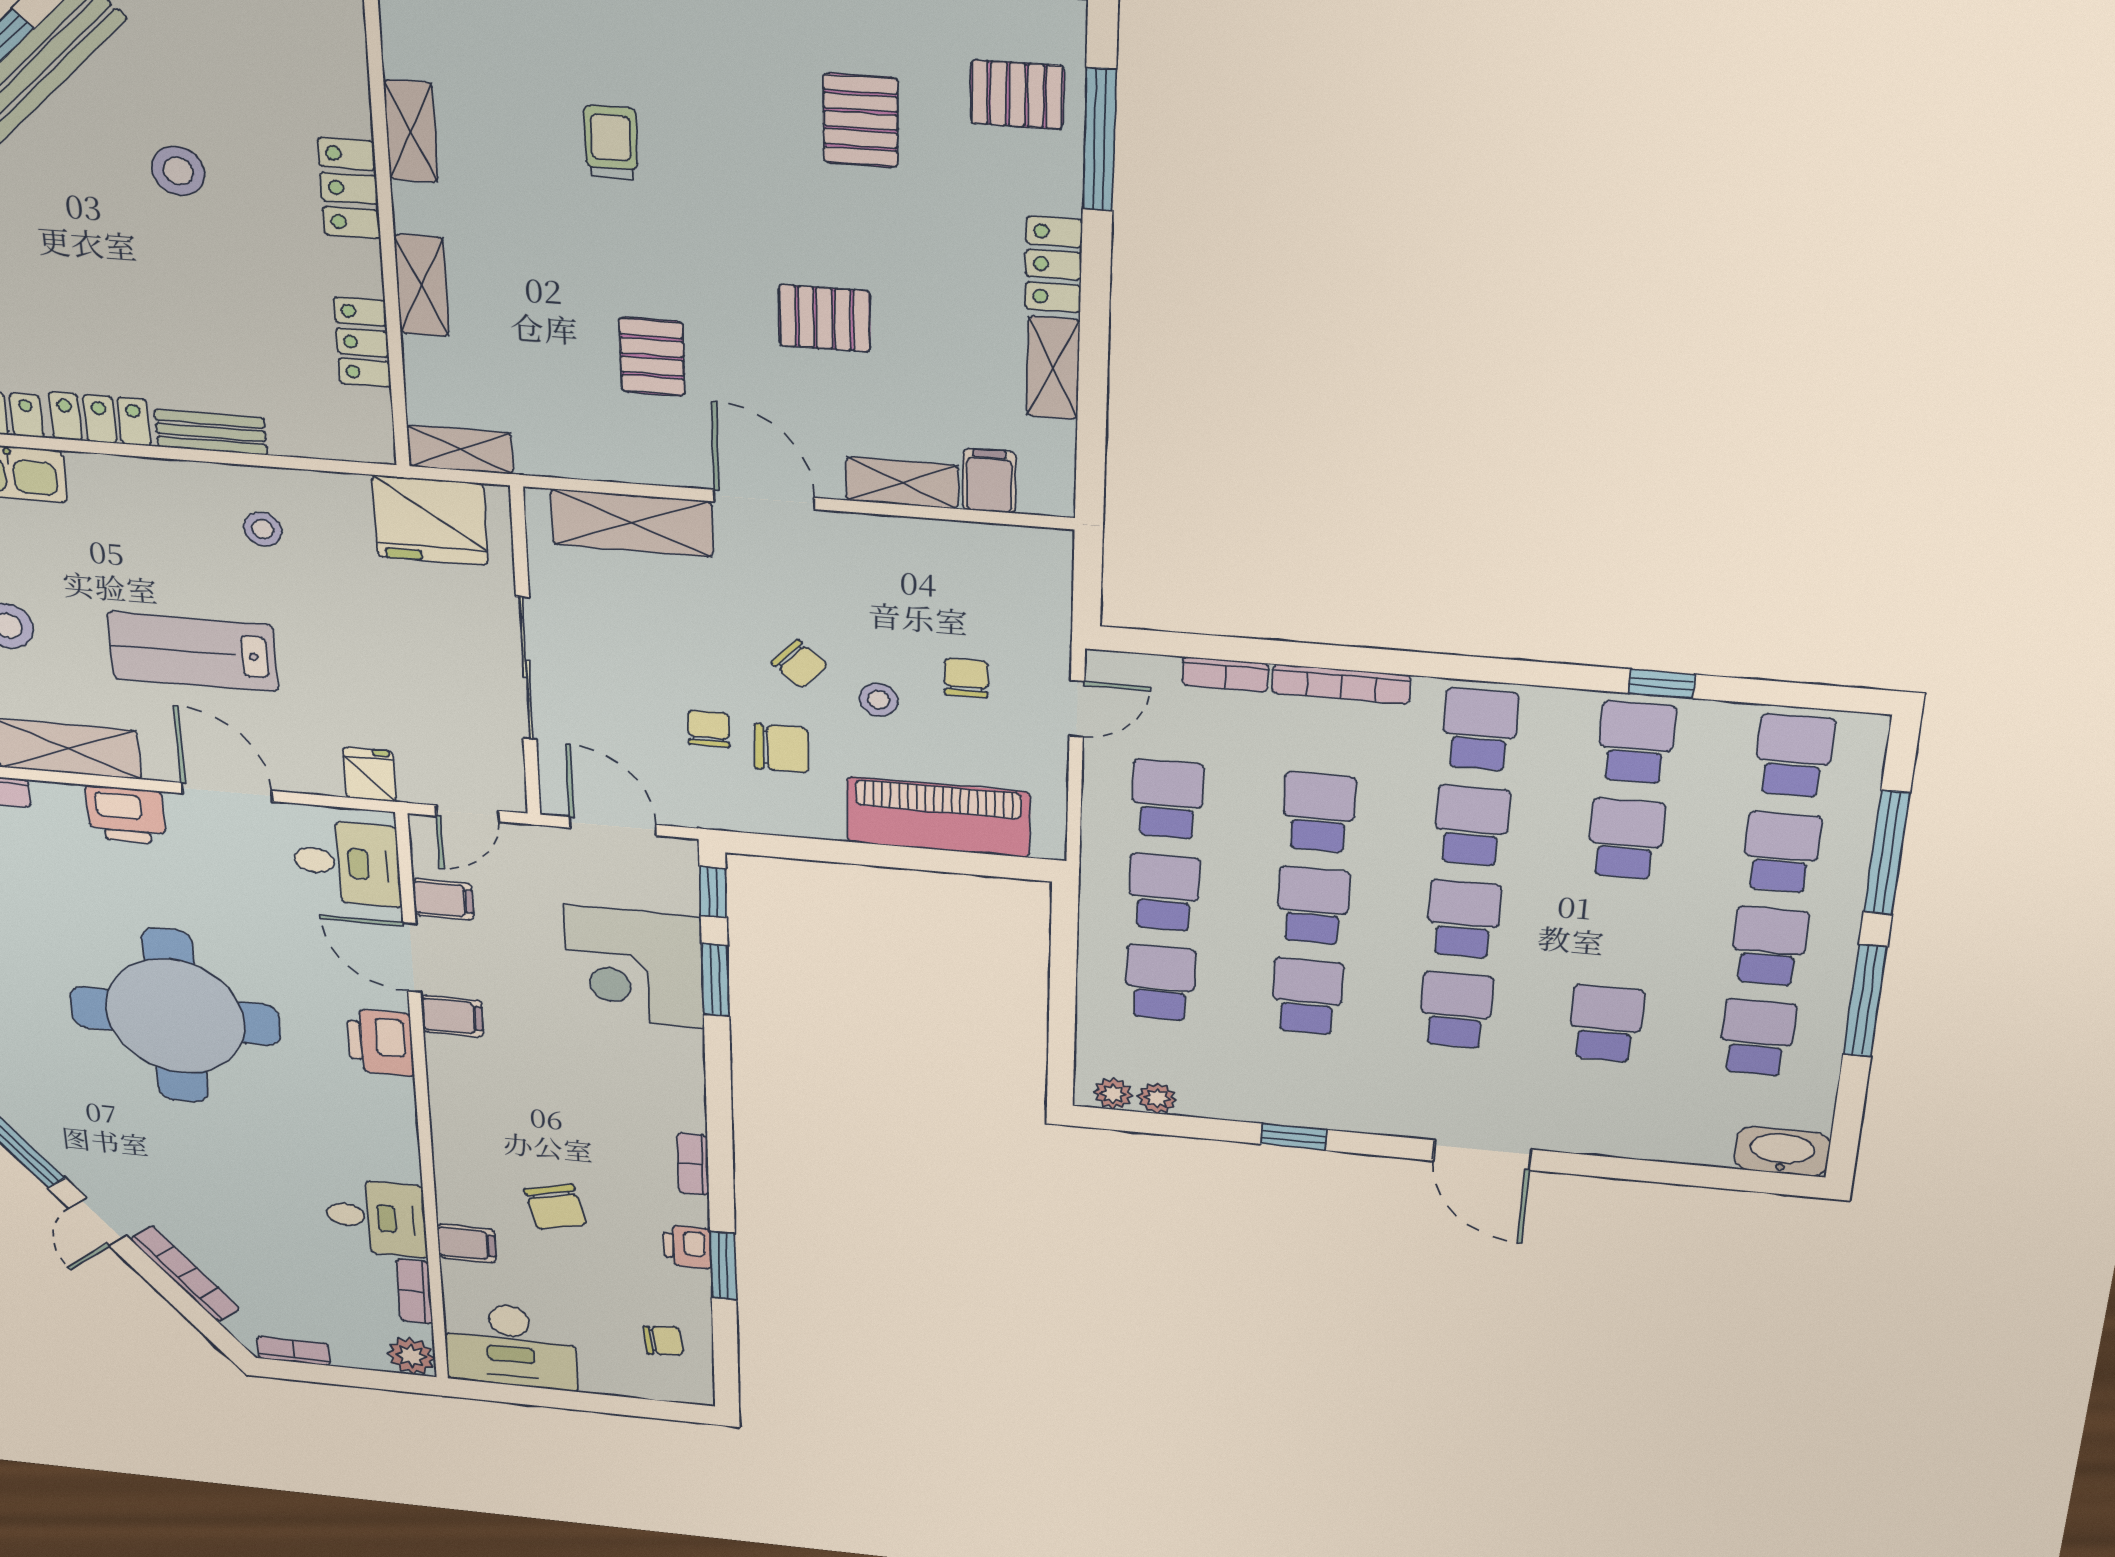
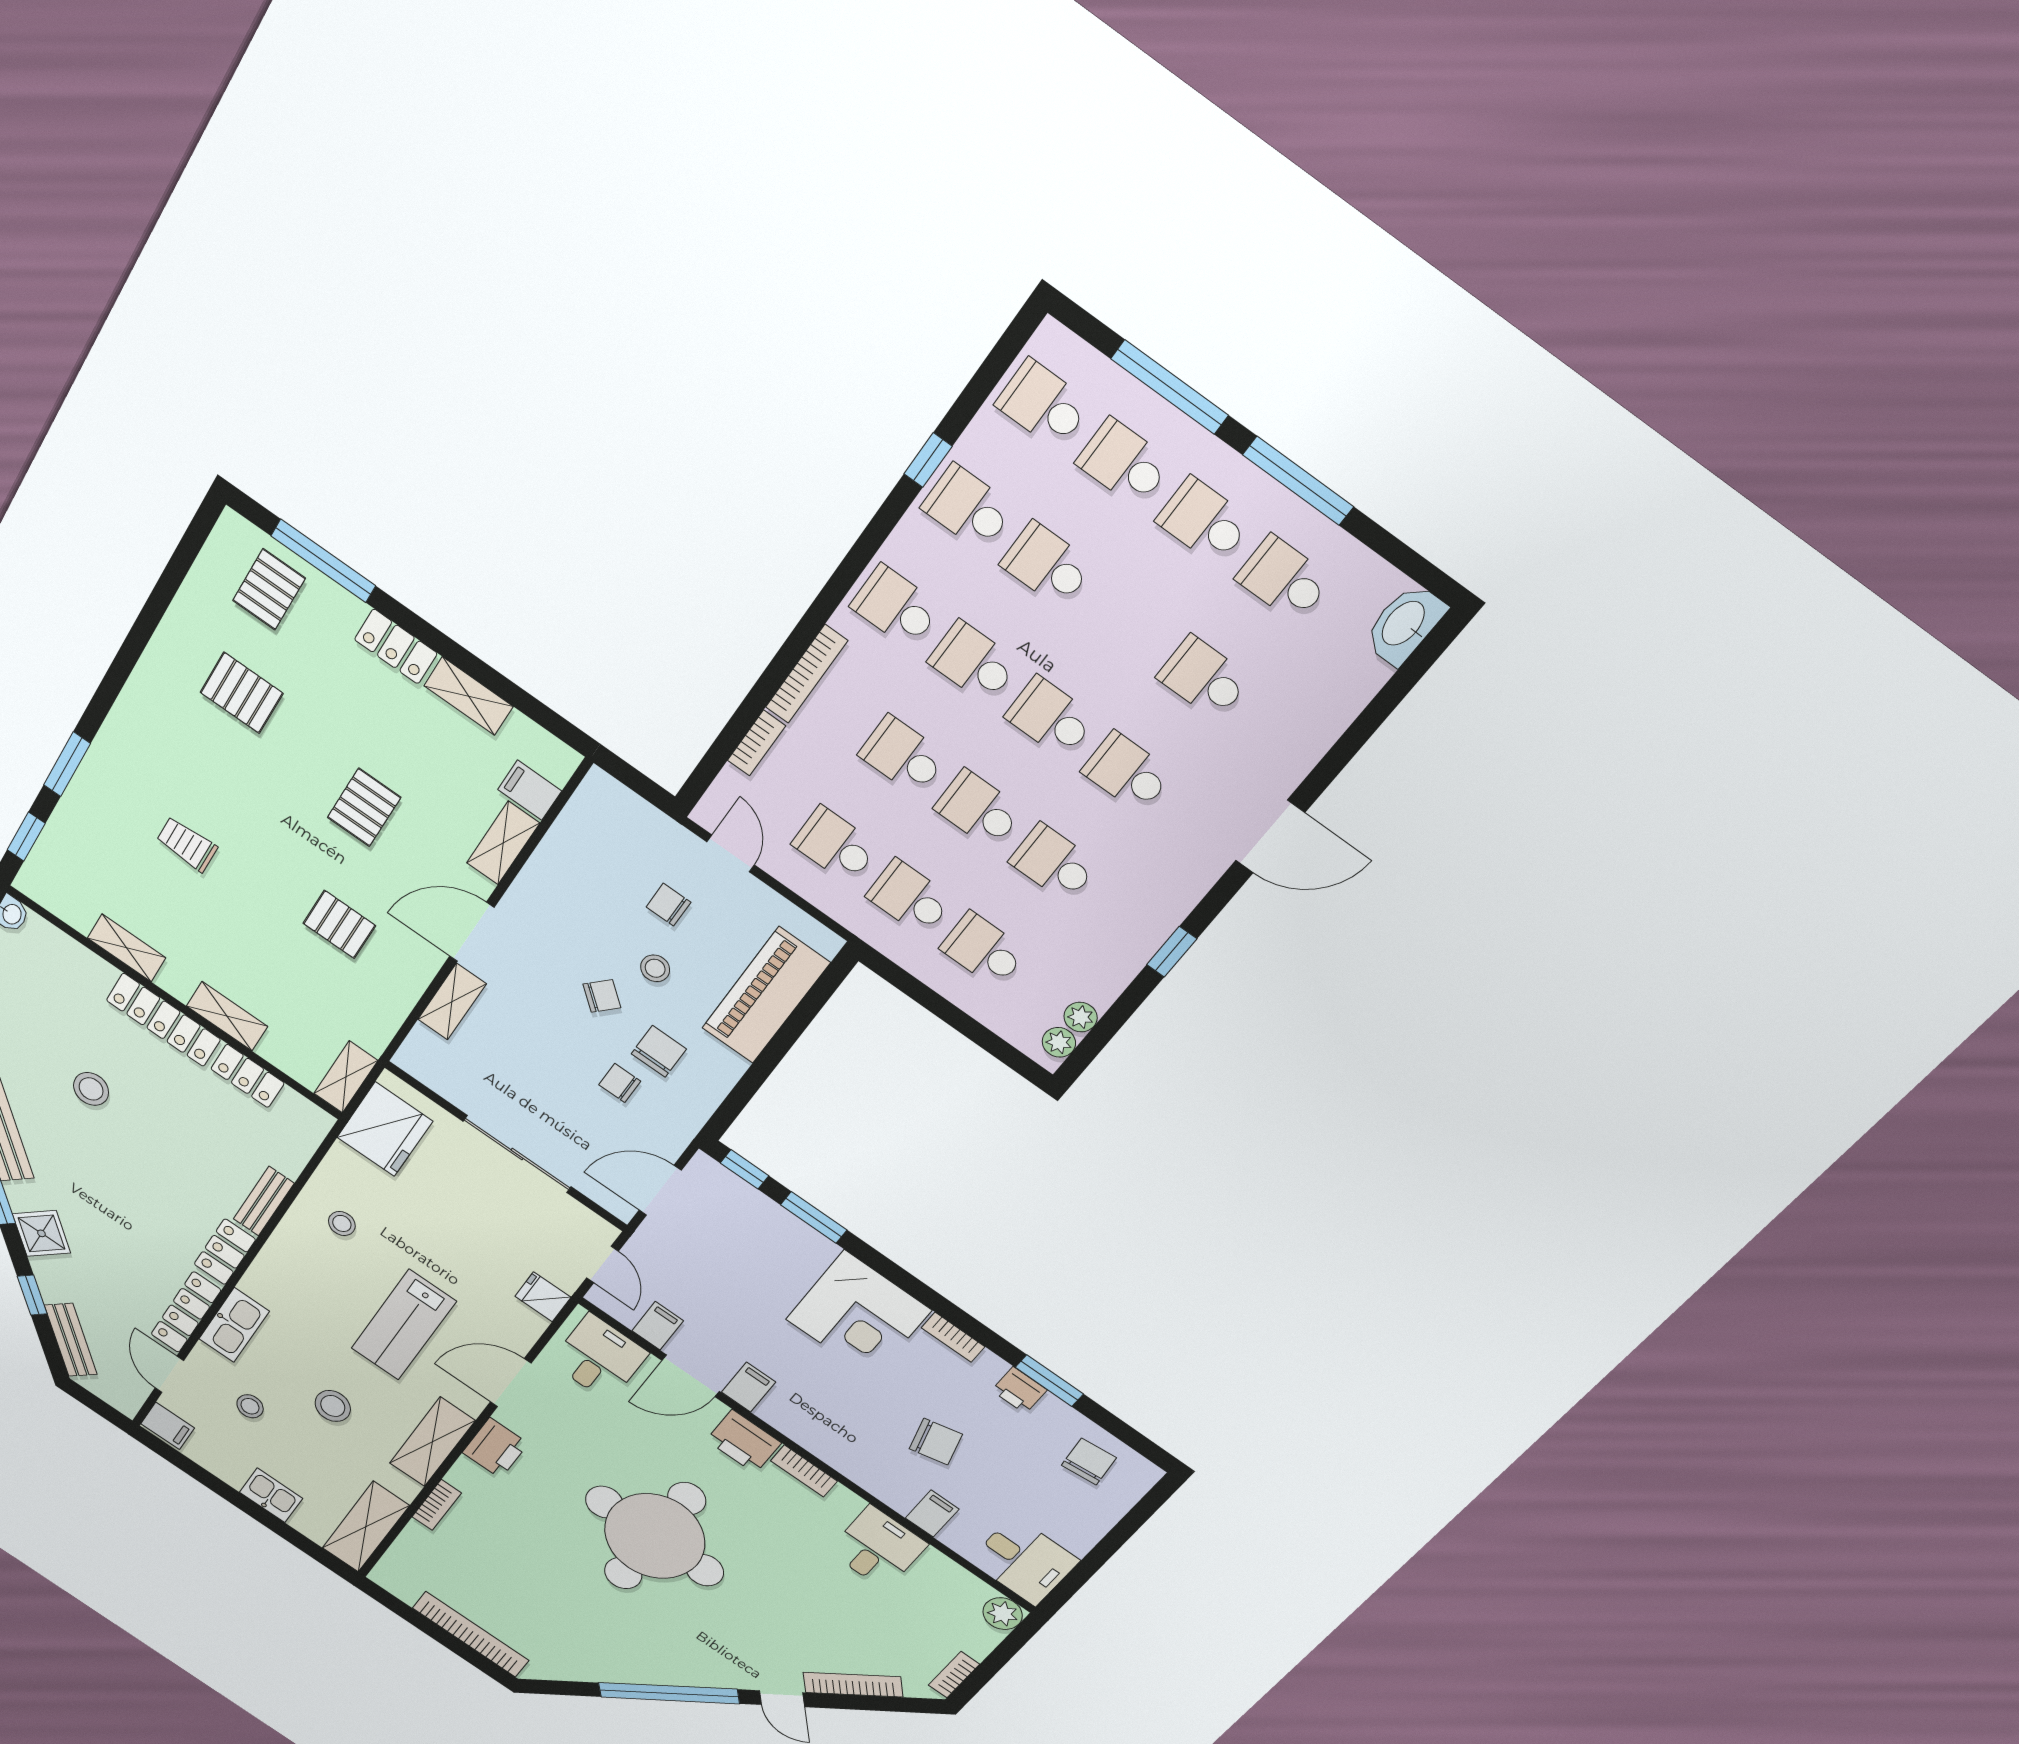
locker: (349, 188) -> (163, 1020), width x1.53
shelving: (632, 523) -> (452, 1002), width x0.67, depth x0.75
corner desk: (634, 967) -> (858, 1315), moved
bookcase: (414, 1291) -> (804, 1471), moved
chair: (663, 1341) -> (1089, 1462), width x1.37, depth x1.37
desk: (510, 1346) -> (1024, 1561), width x0.73

